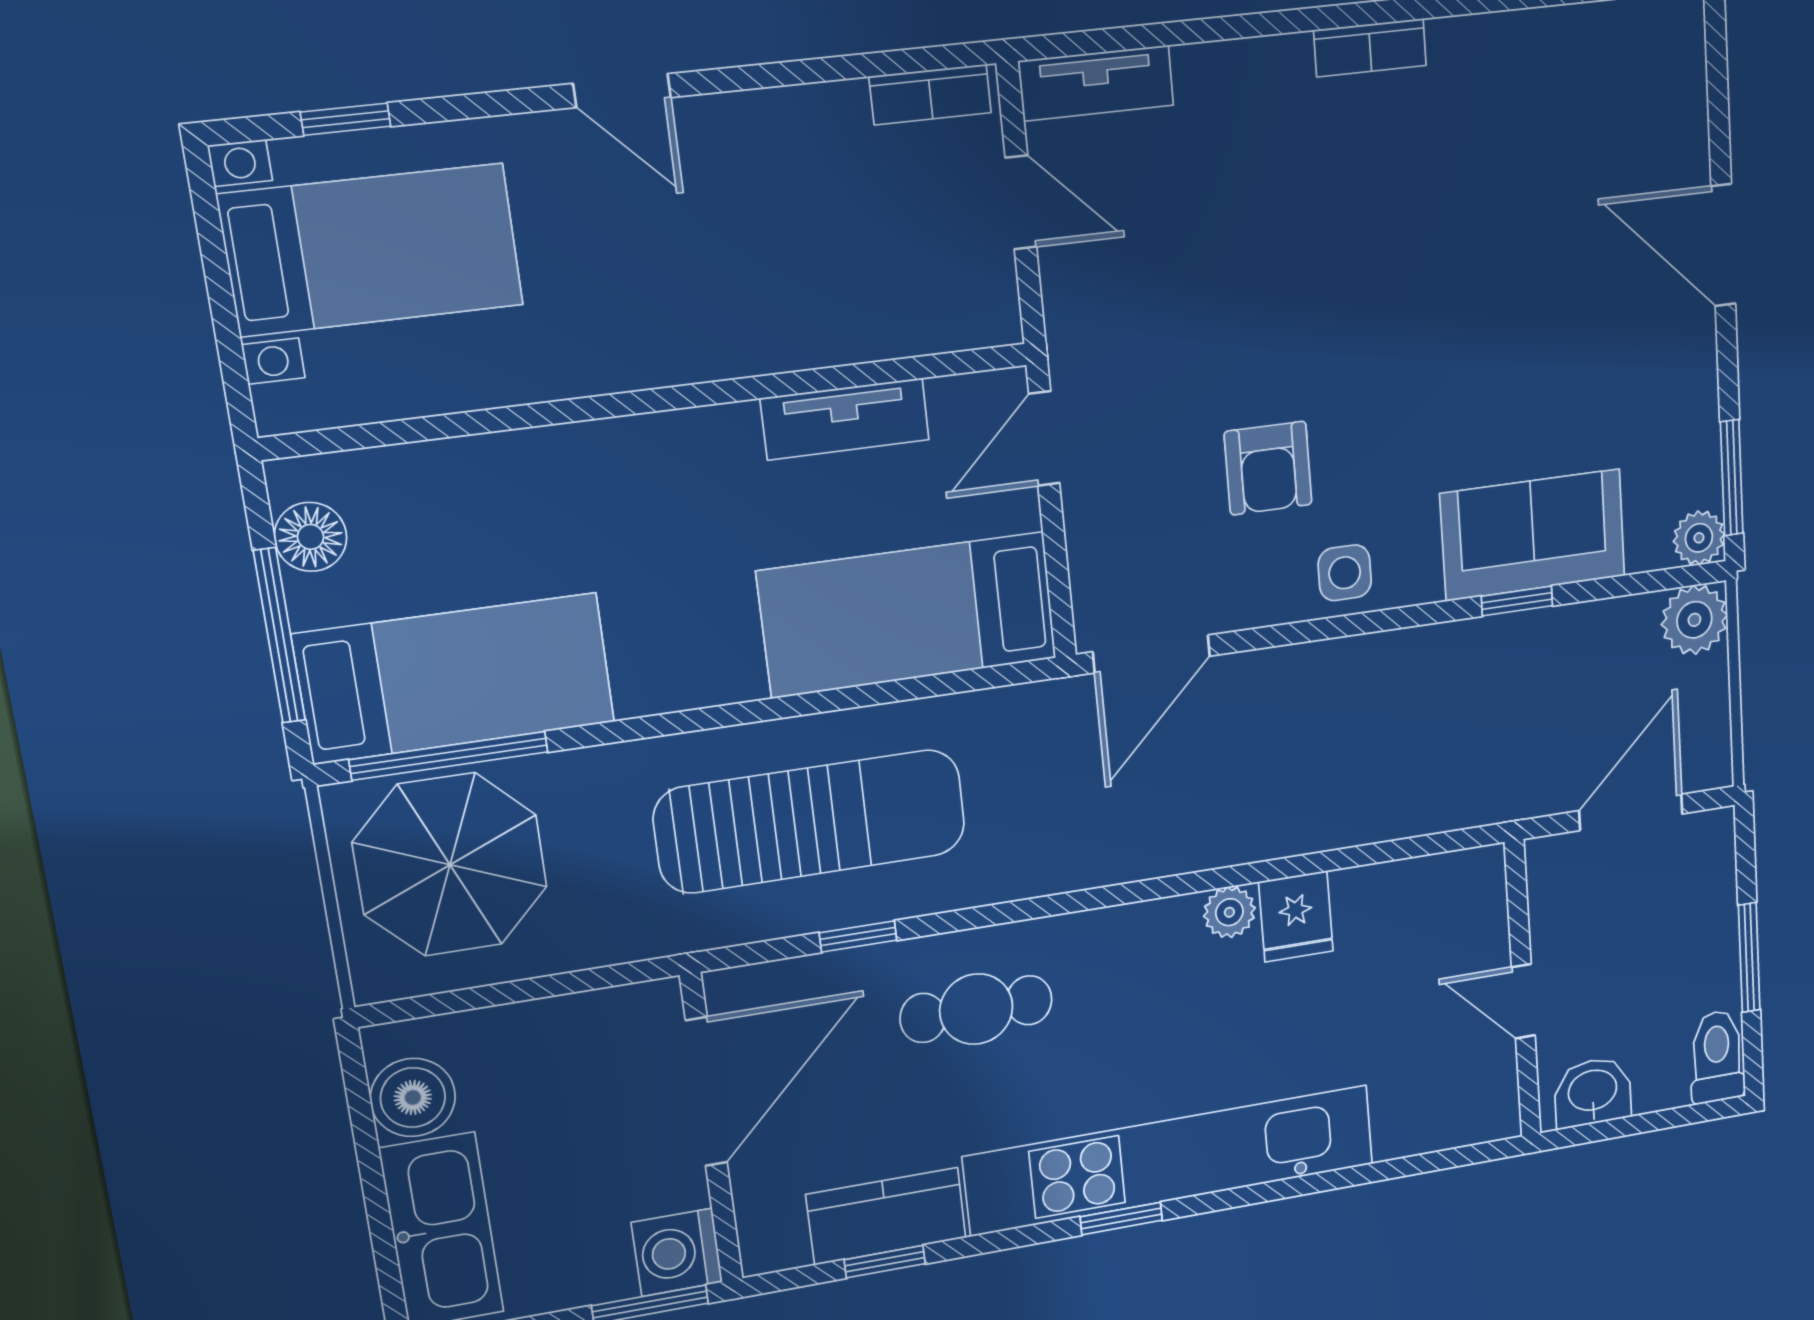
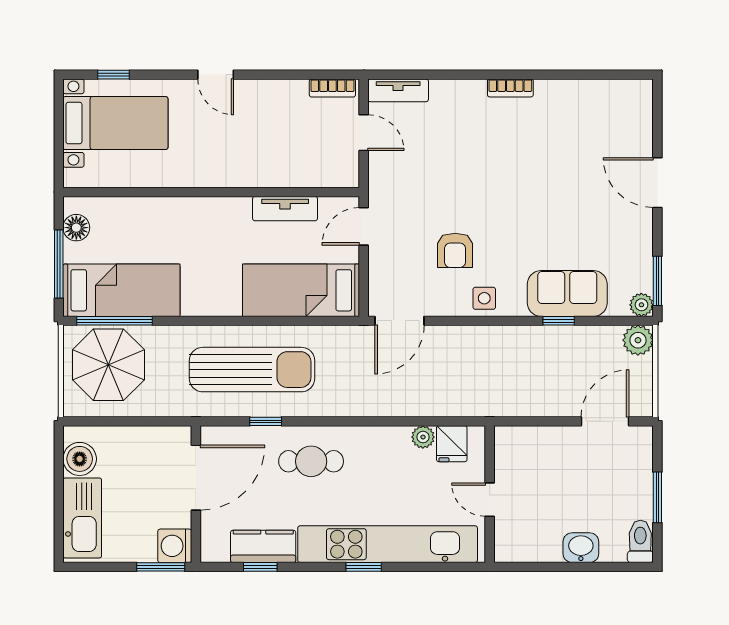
wall: (1523, 990) -> (490, 494), moved
door: (1523, 1001) -> (490, 500), moved

